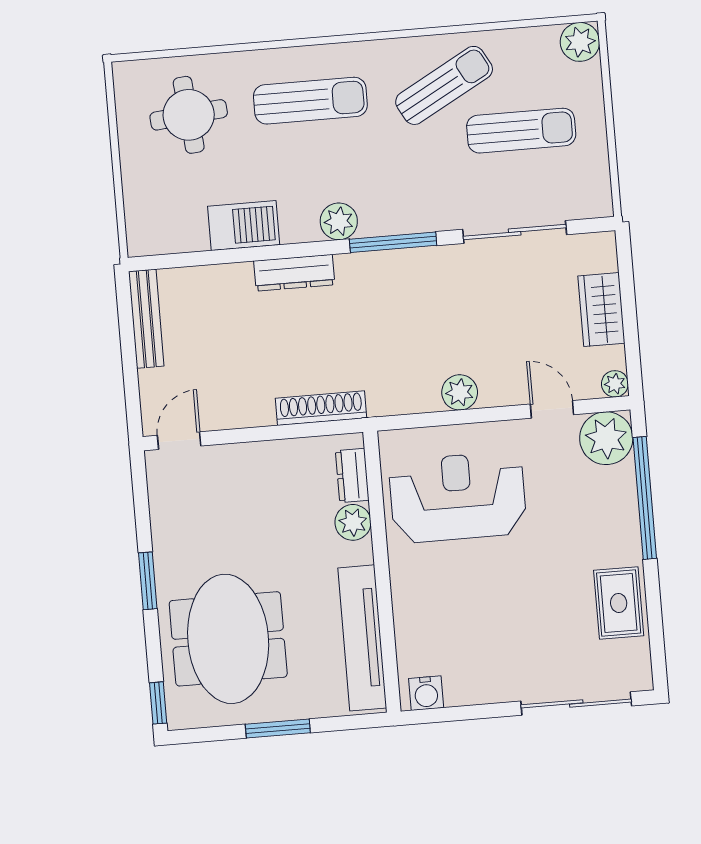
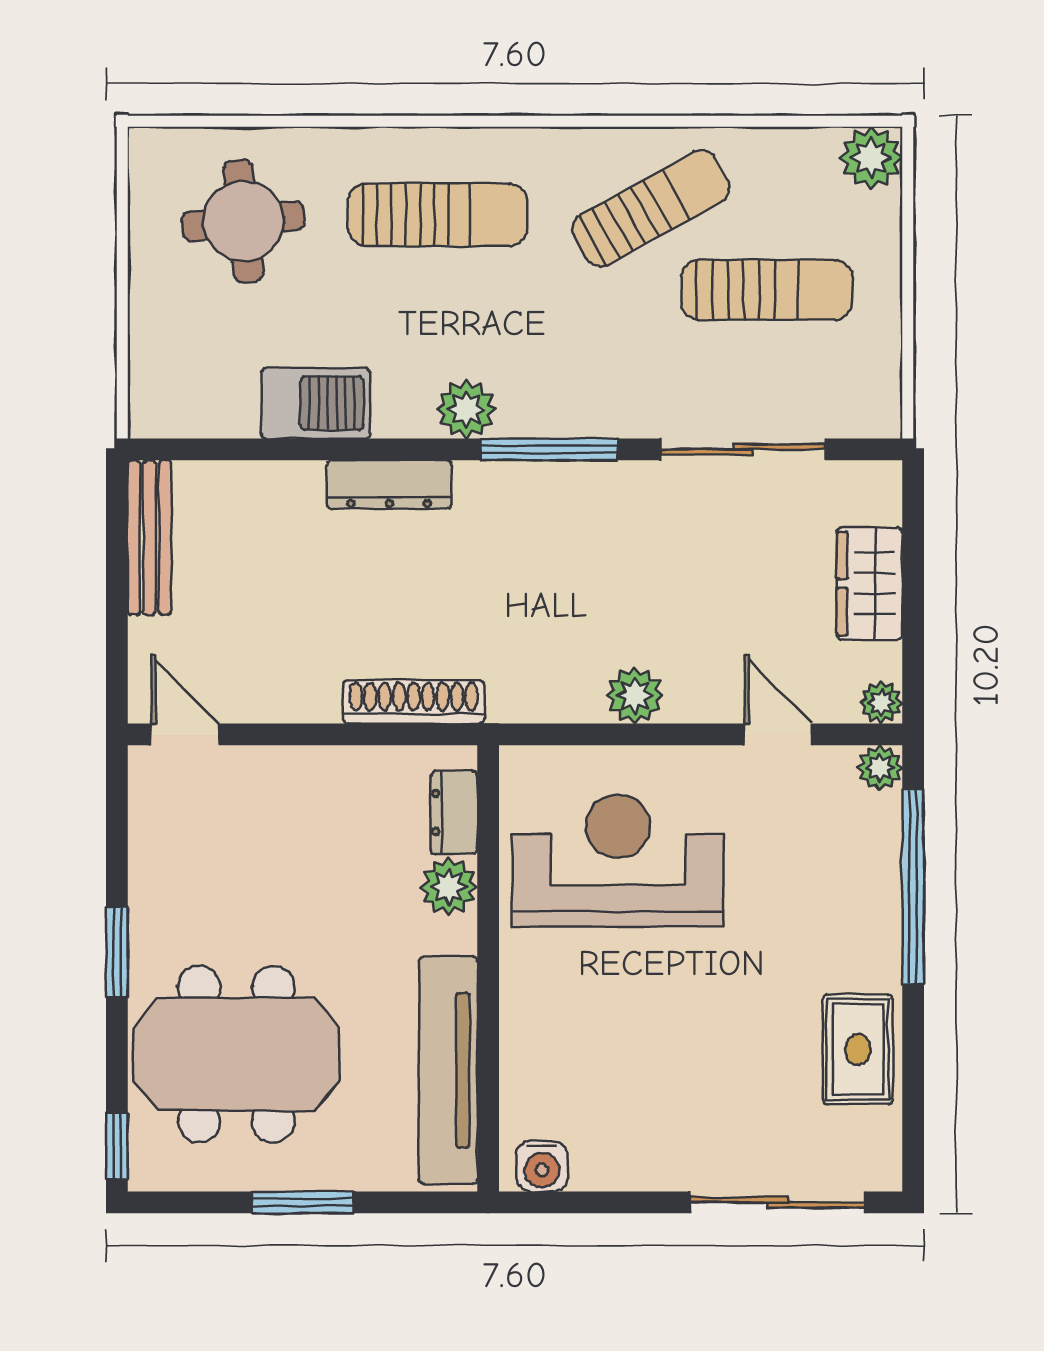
plant: (606, 438) -> (880, 768), width x0.53, depth x0.53
door: (179, 441) -> (185, 734), hinge flipped
meeting table: (228, 639) -> (236, 1054), turned 90

